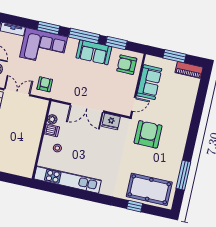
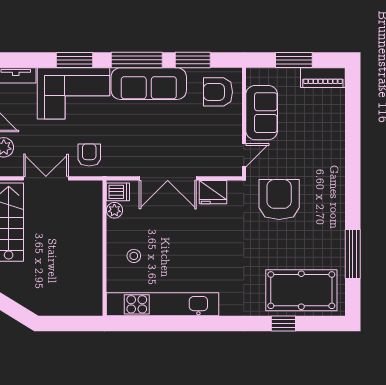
sofa: (94, 52) -> (149, 84), width x1.36
dishwasher: (52, 130) -> (118, 192), moved

